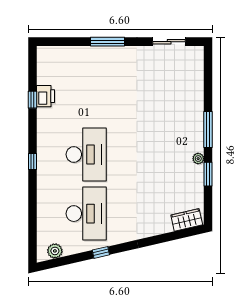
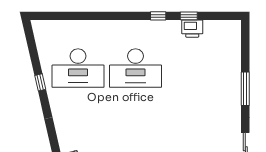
window: (33, 162) -> (158, 16), moved
plant: (55, 251) -> (42, 38), removed

